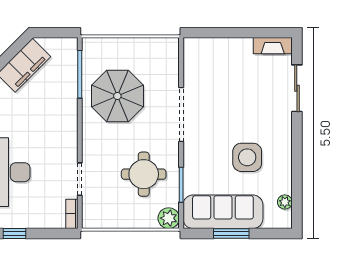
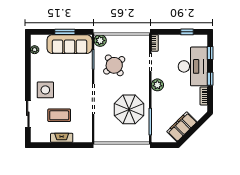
fireplace: (273, 46) -> (62, 138), moved
coffee table: (241, 86) -> (59, 115), added
plant: (67, 139) -> (157, 85), added
side table: (247, 157) -> (45, 90), moved
round table: (144, 174) -> (114, 65), turned -38

